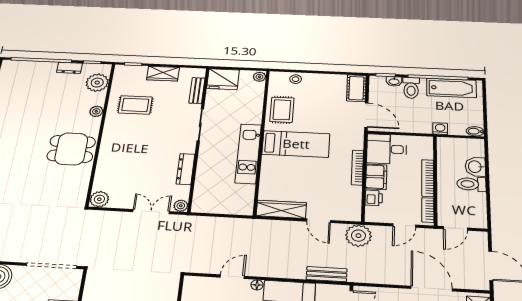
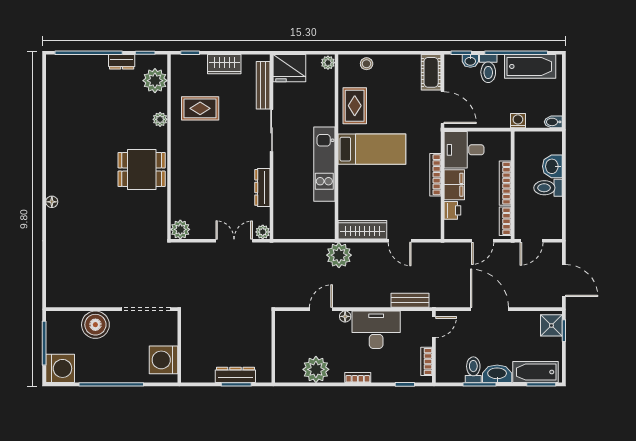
bench: (197, 91) -> (263, 85), width x1.36
plant: (358, 236) -> (339, 255), moved
door: (432, 289) -> (489, 309), moved

